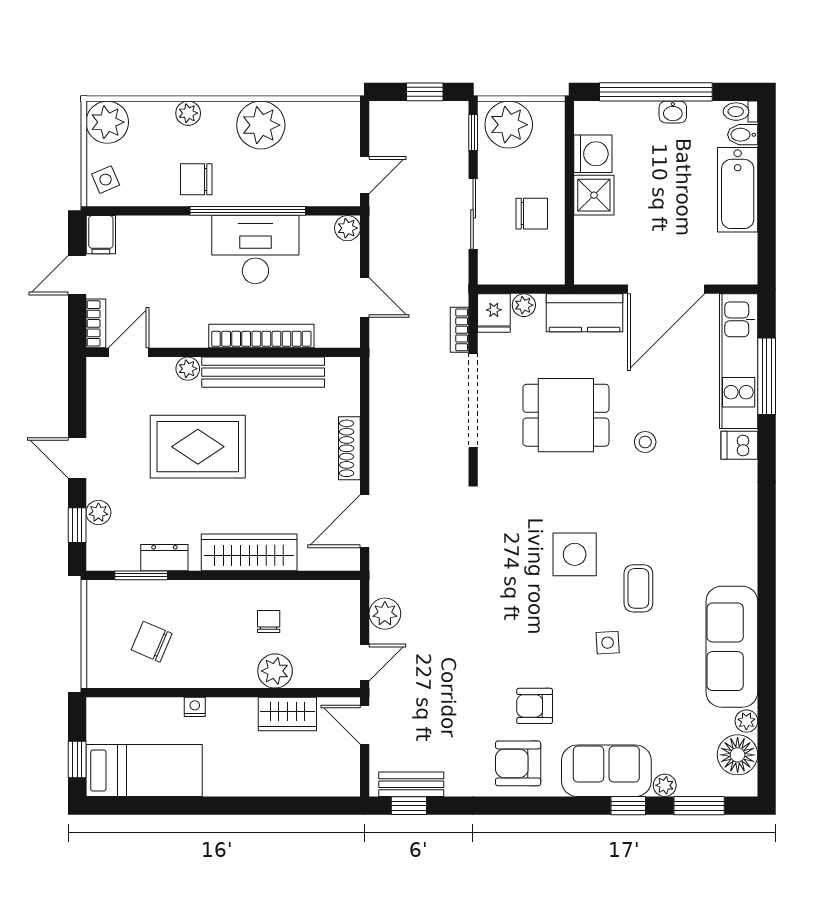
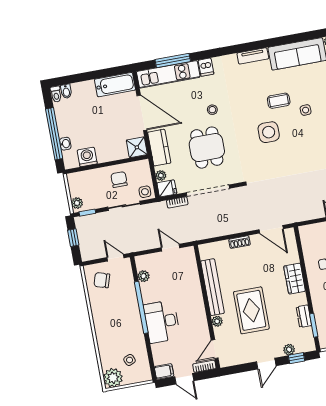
washbasin: (673, 112) -> (65, 144), moved
plant: (188, 113) -> (102, 342), removed
plant: (261, 125) -> (102, 309), removed
plant: (509, 125) -> (77, 203), width x0.53, depth x0.53
chair: (196, 179) -> (102, 280), moved, turned 107
side table: (106, 180) -> (130, 360), moved
bathtub: (738, 190) -> (115, 85), moved
shower: (594, 195) -> (137, 147), moved
plant: (347, 228) -> (144, 276), moved
desk: (255, 250) -> (162, 322), moved
side table: (495, 264) -> (145, 192), added
door: (365, 297) -> (171, 248), hinge flipped
bookcase: (261, 336) -> (196, 291), removed
door: (129, 352) -> (215, 349), hinge flipped
shoe rack: (349, 448) -> (240, 242), width x0.70
tv unit: (745, 550) -> (253, 56), added
wardrobe: (249, 552) -> (295, 279), width x0.67
plant: (385, 614) -> (311, 213), removed

